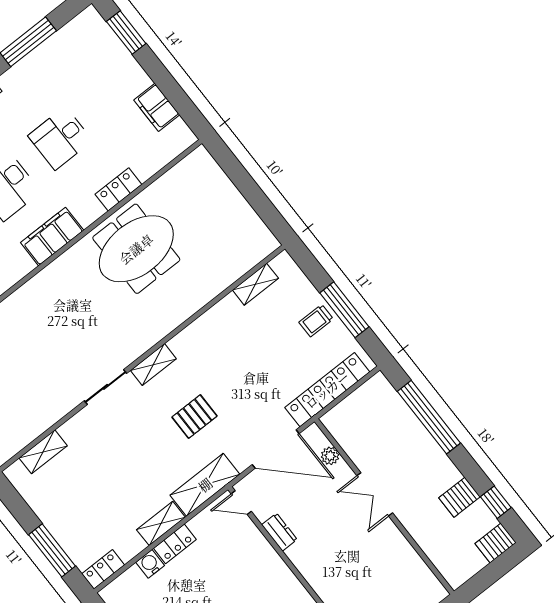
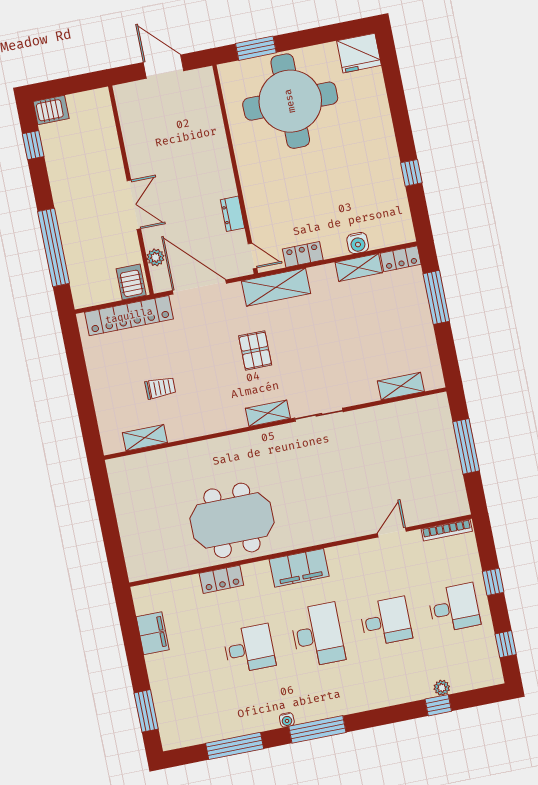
window: (344, 310) -> (79, 377), removed
trolley: (316, 321) -> (160, 388), moved
pallet: (194, 417) -> (255, 350), turned 90
server rack: (459, 497) -> (131, 282), moved, turned -90
shelving: (161, 523) -> (359, 267), moved
locker: (175, 544) -> (303, 254), moved

